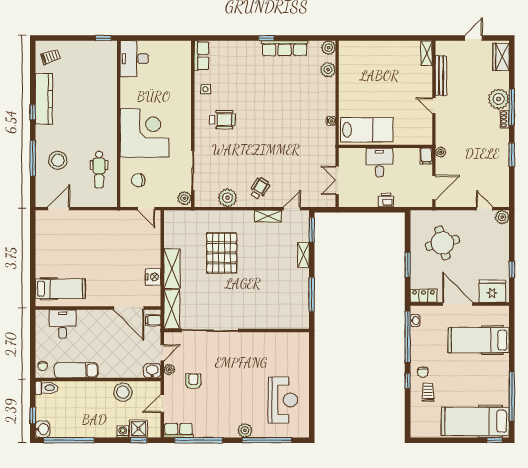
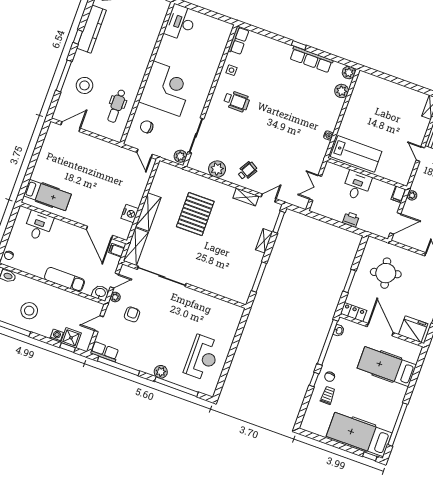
exam couch: (76, 370) -> (64, 279), moved
stool: (123, 392) -> (29, 311), moved

